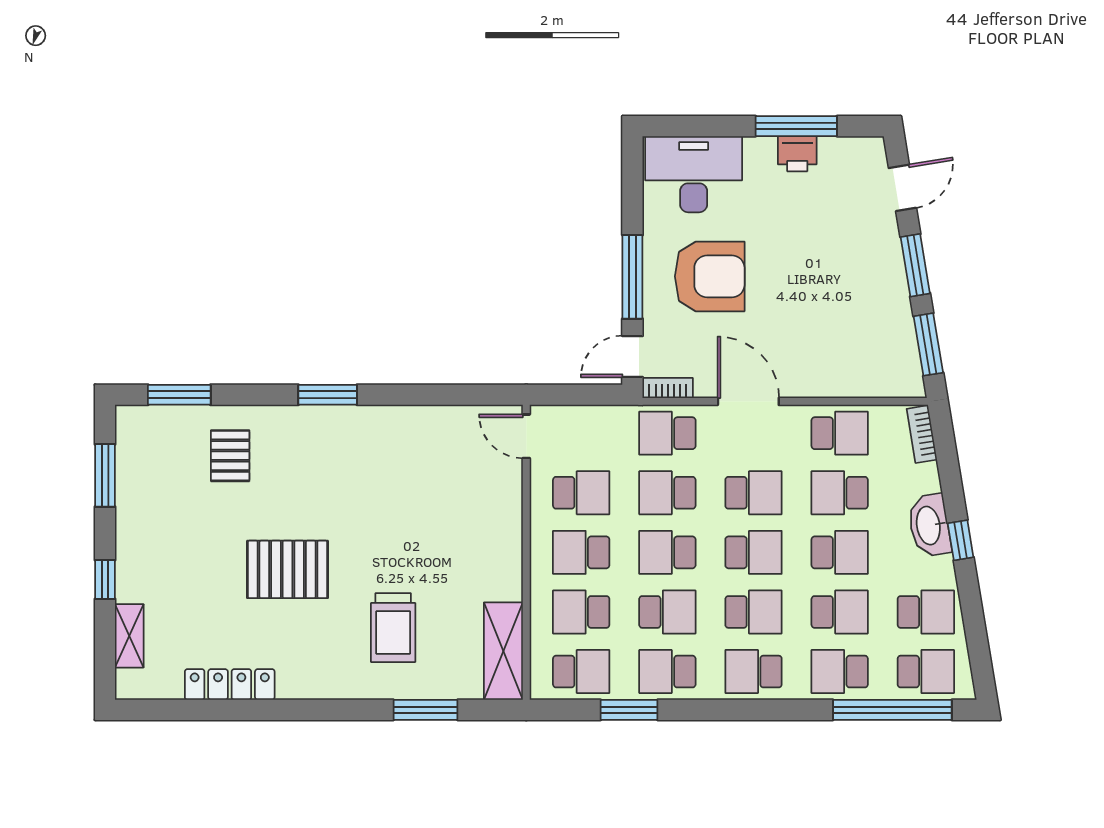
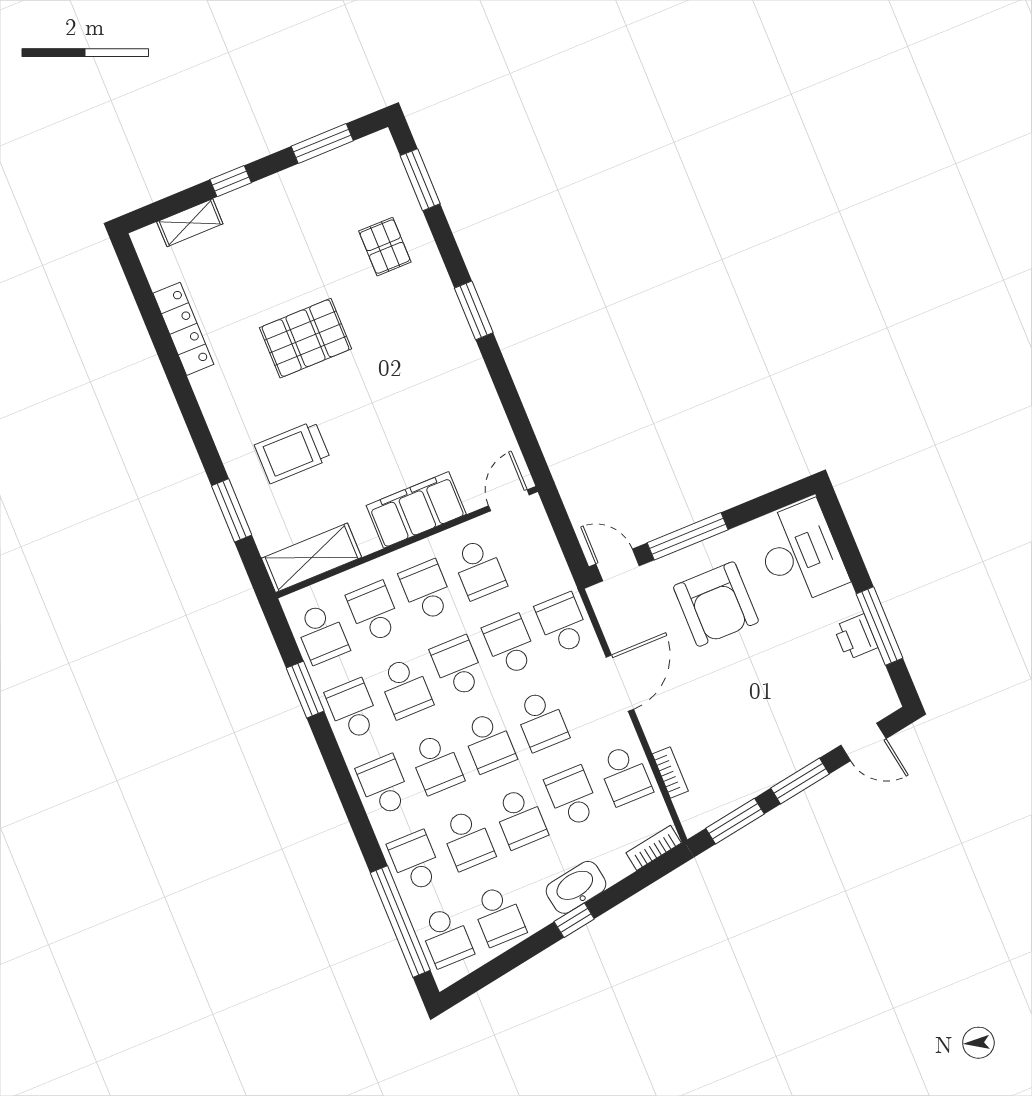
bookcase: (668, 388) -> (670, 772), moved
pallet: (230, 456) -> (385, 247), turned 90
filing cabinet: (499, 530) -> (416, 510), added
pallet: (288, 569) -> (305, 338), turned 90

